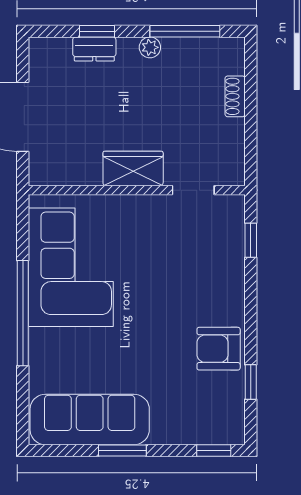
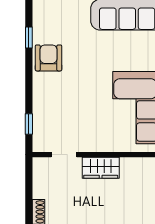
armchair: (219, 349) -> (49, 58), turned -90

